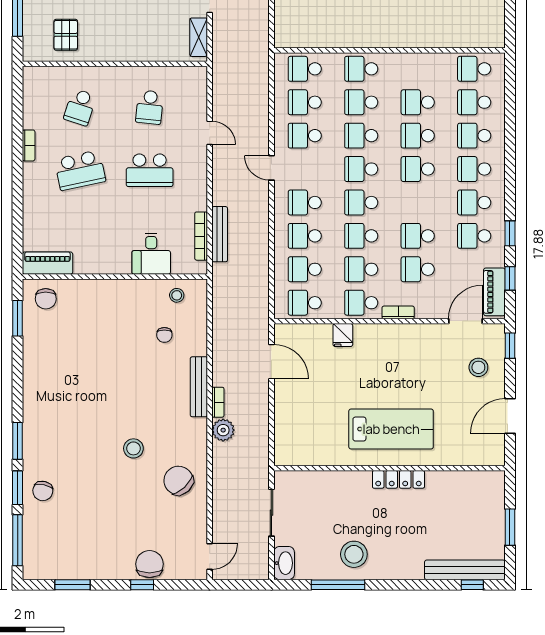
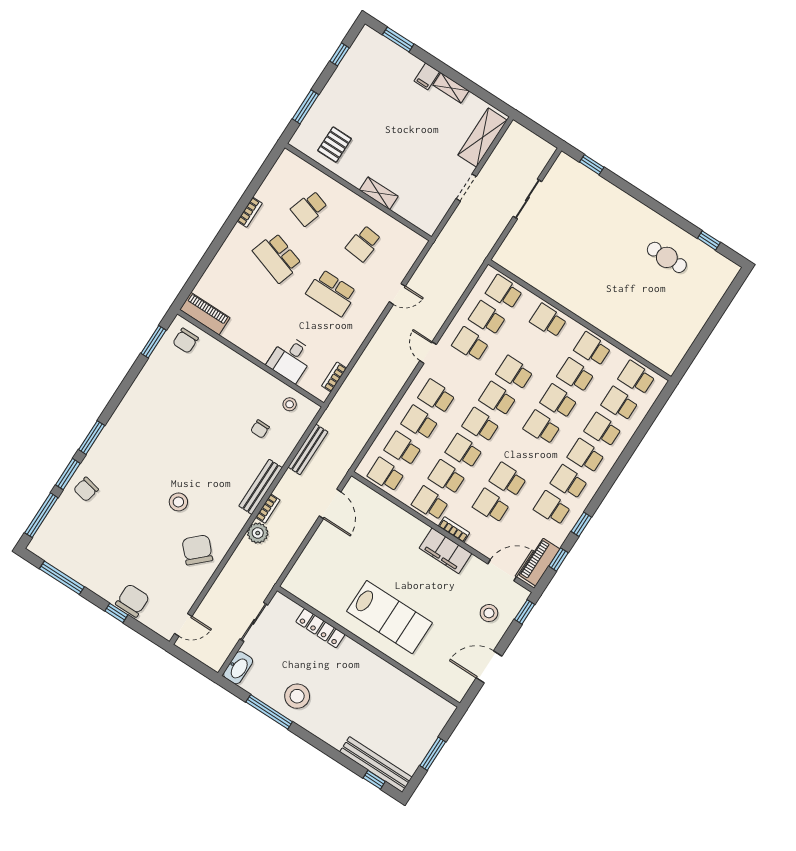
shelving: (199, 37) -> (379, 193), moved, turned 90
school desk: (361, 102) -> (592, 349), moved
door: (210, 133) -> (397, 294), hinge flipped
school desk: (80, 170) -> (277, 258), turned 30
bench: (220, 234) -> (308, 449), moved
bookcase: (201, 236) -> (334, 377), width x0.64
fridge: (343, 335) -> (399, 519), removed
filing cabinet: (403, 337) -> (445, 551), added
locker: (398, 479) -> (320, 628), moved
window: (73, 585) -> (62, 578), width x1.44

